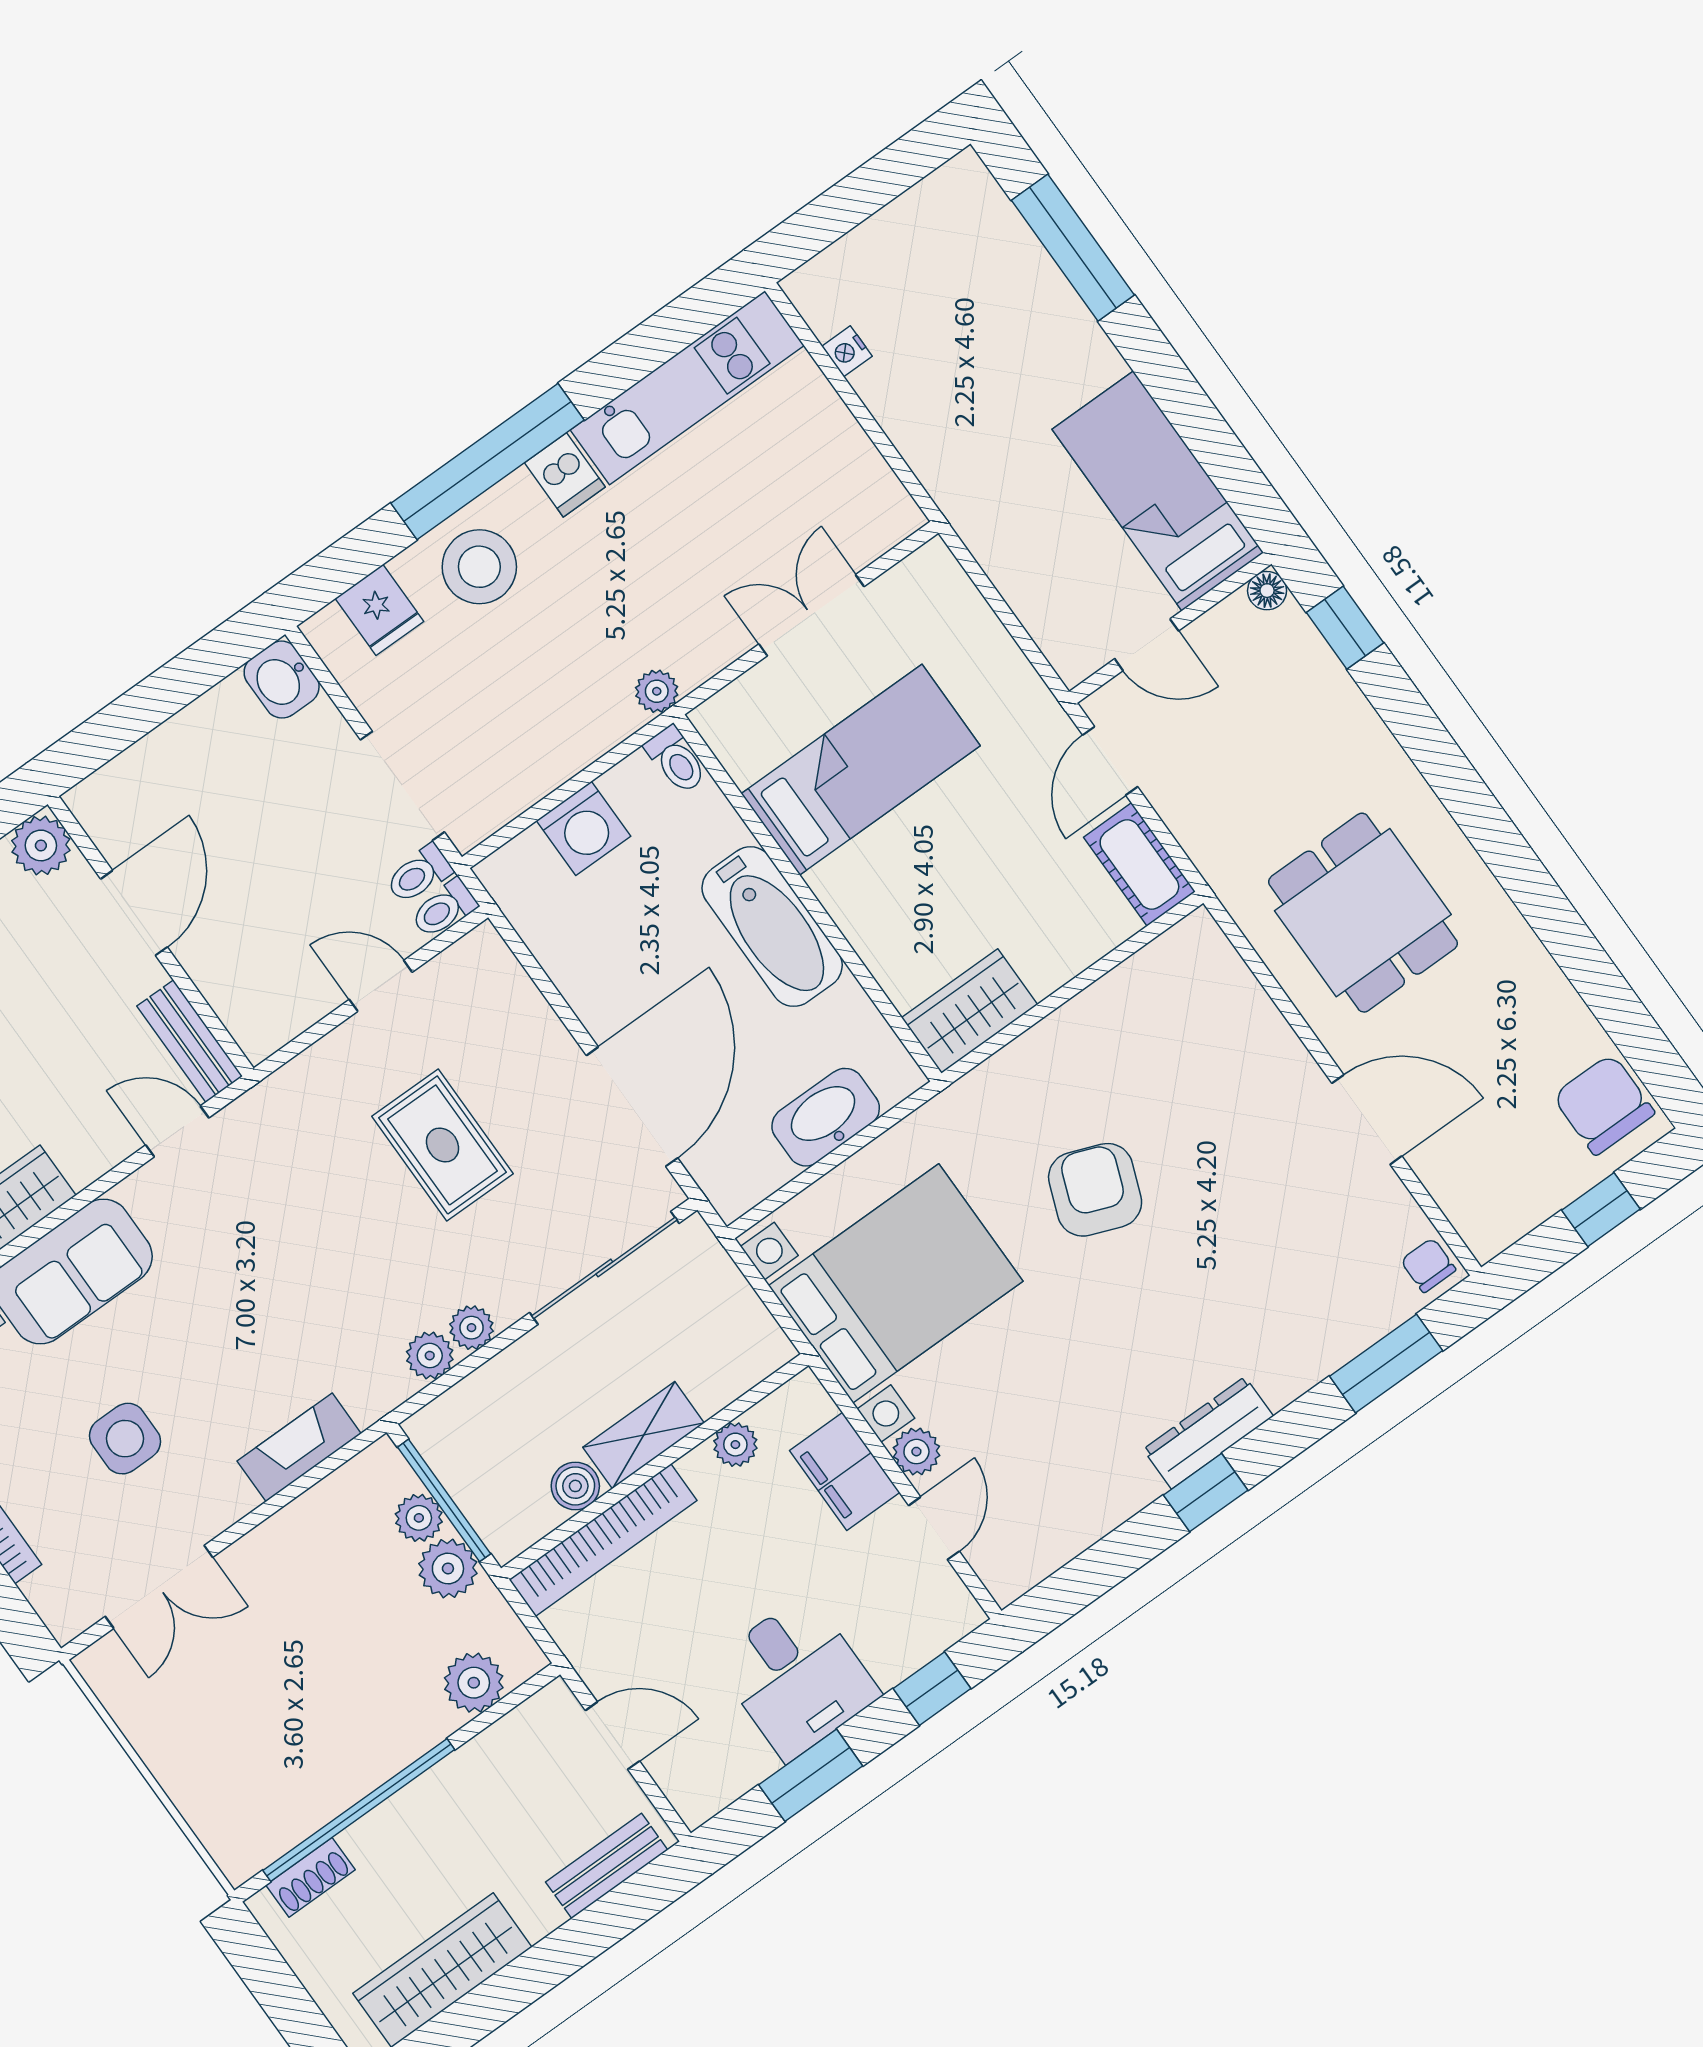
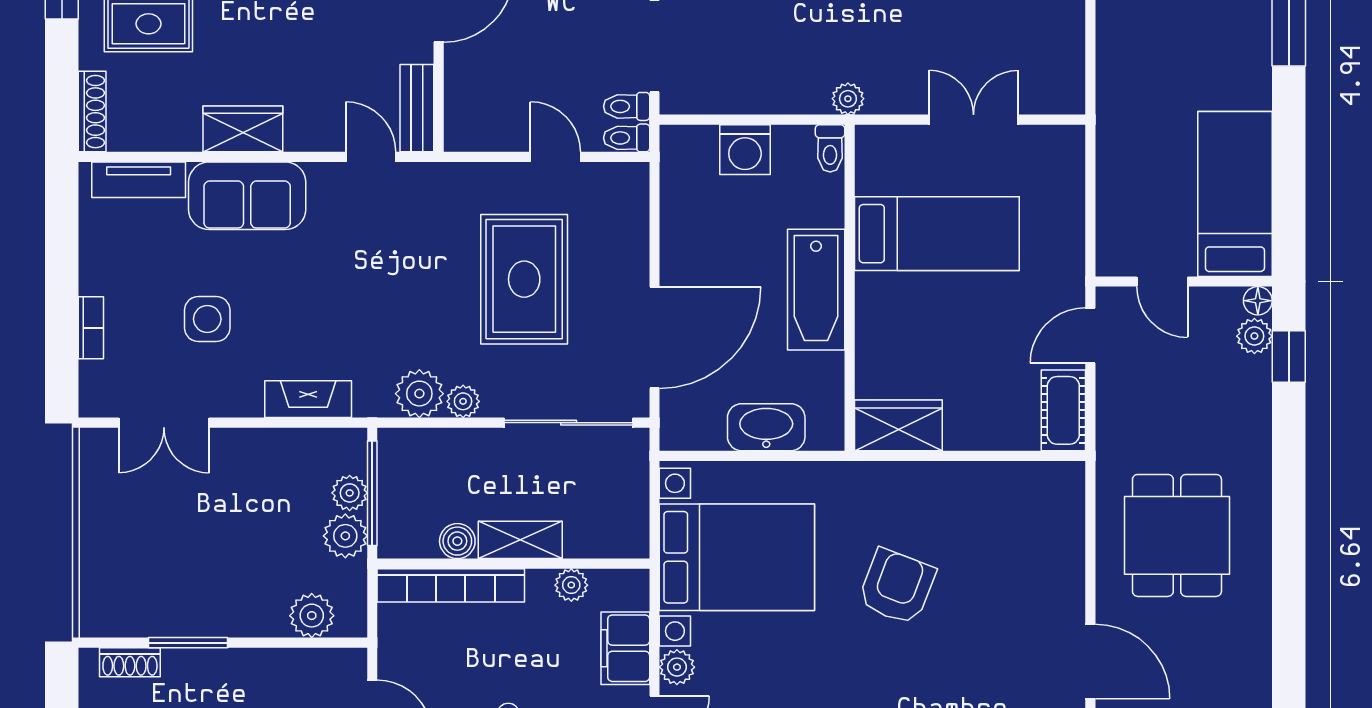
plant: (1291, 632) -> (1254, 336), added
rug: (443, 1145) -> (524, 279), width x1.36, depth x1.43
plant: (430, 1356) -> (419, 394), width x1.38, depth x1.38
window: (359, 1810) -> (188, 643), width x0.47

